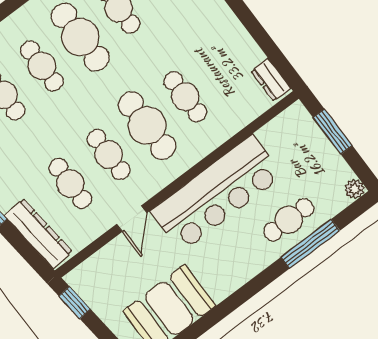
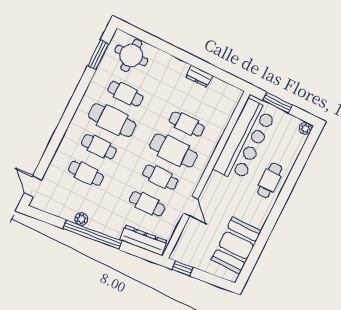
dresser: (271, 80) -> (199, 76), moved
bar counter: (217, 193) -> (245, 140), moved
cafe table: (289, 220) -> (270, 180), moved
window: (310, 244) -> (296, 171), removed

